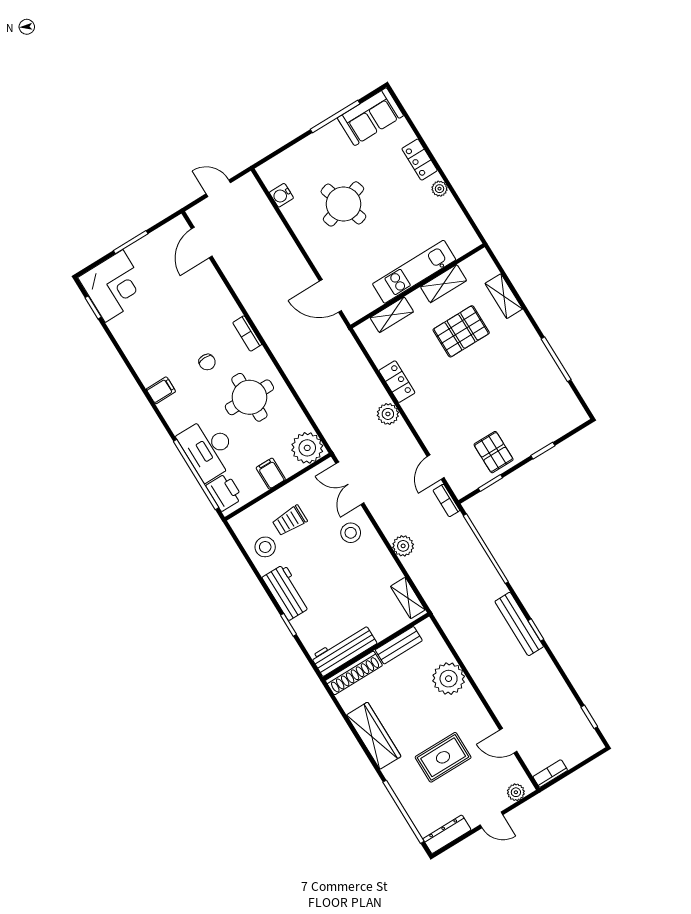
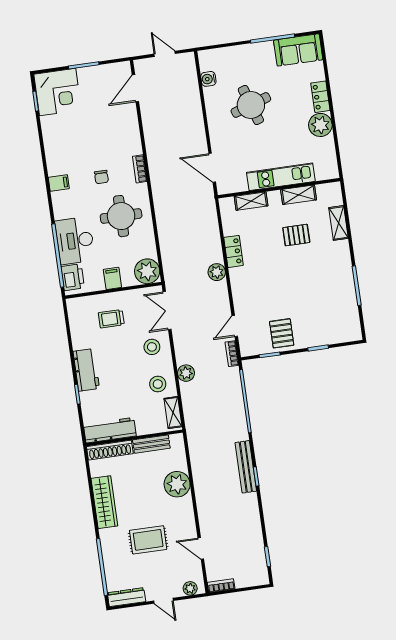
plant: (440, 189) -> (320, 125), width x1.88, depth x1.88
pallet: (461, 331) -> (296, 235), width x0.67, depth x0.71
stool: (265, 547) -> (158, 384), moved

